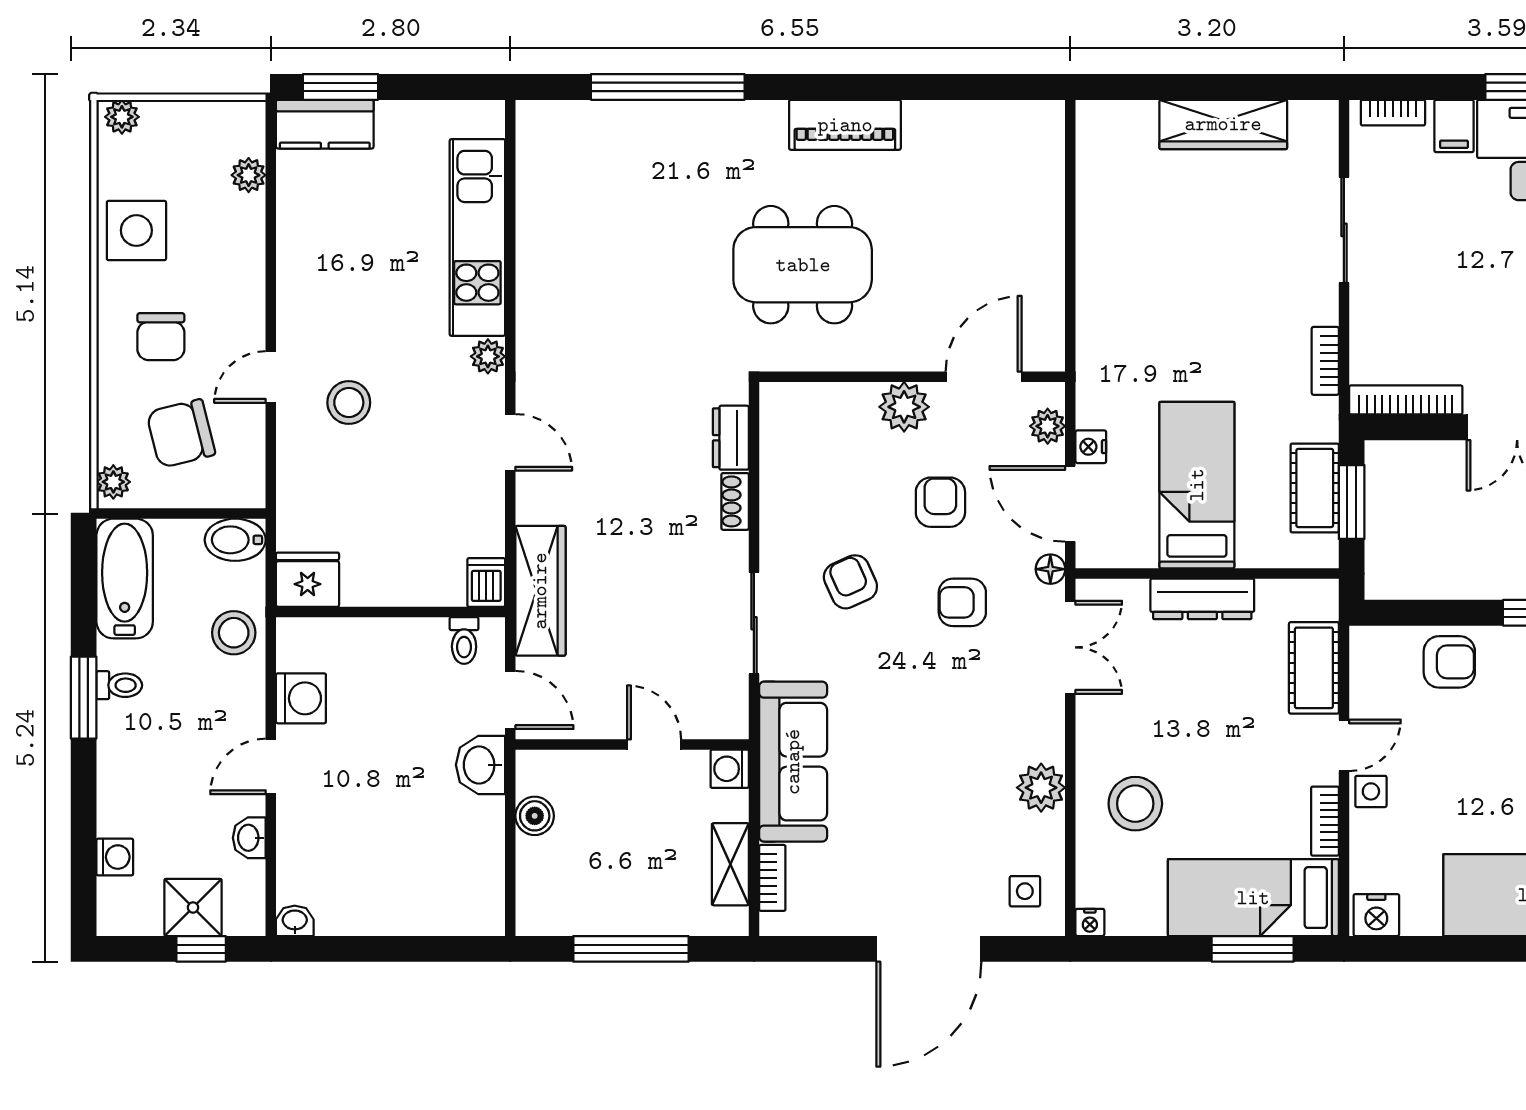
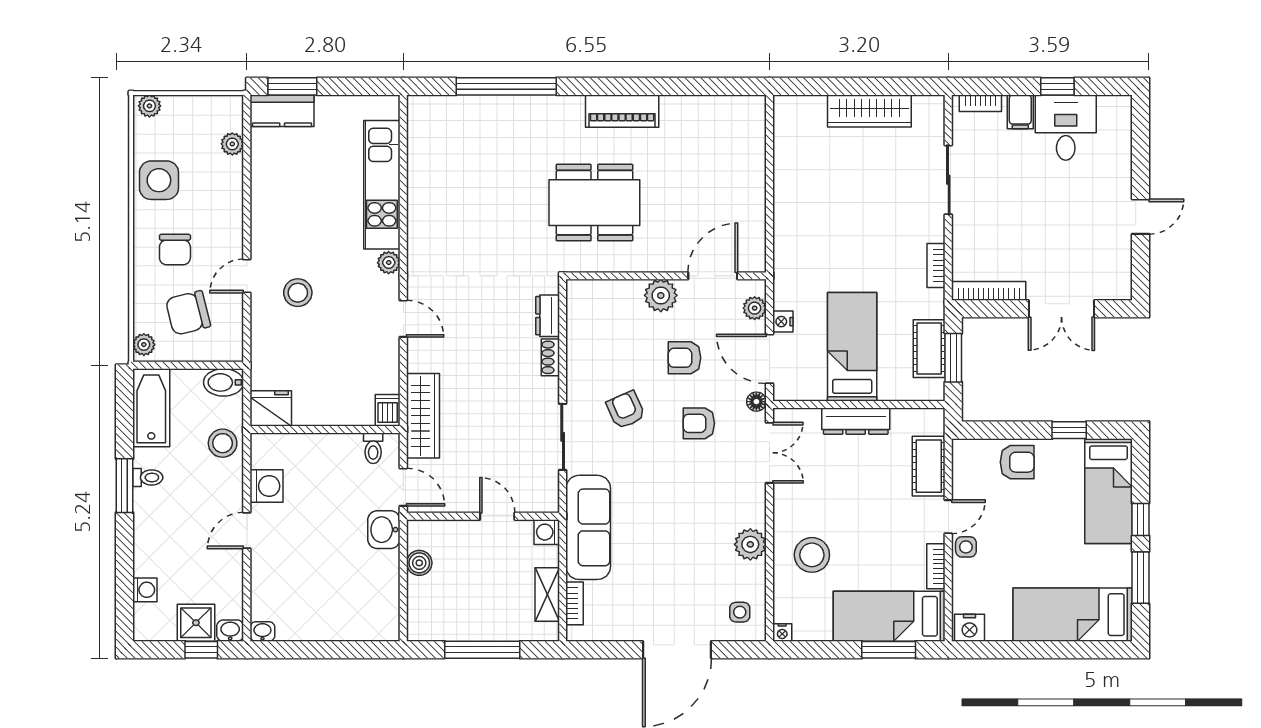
armchair: (940, 502) -> (685, 358), turned -90
washbasin: (249, 838) -> (230, 631), moved, turned 90

